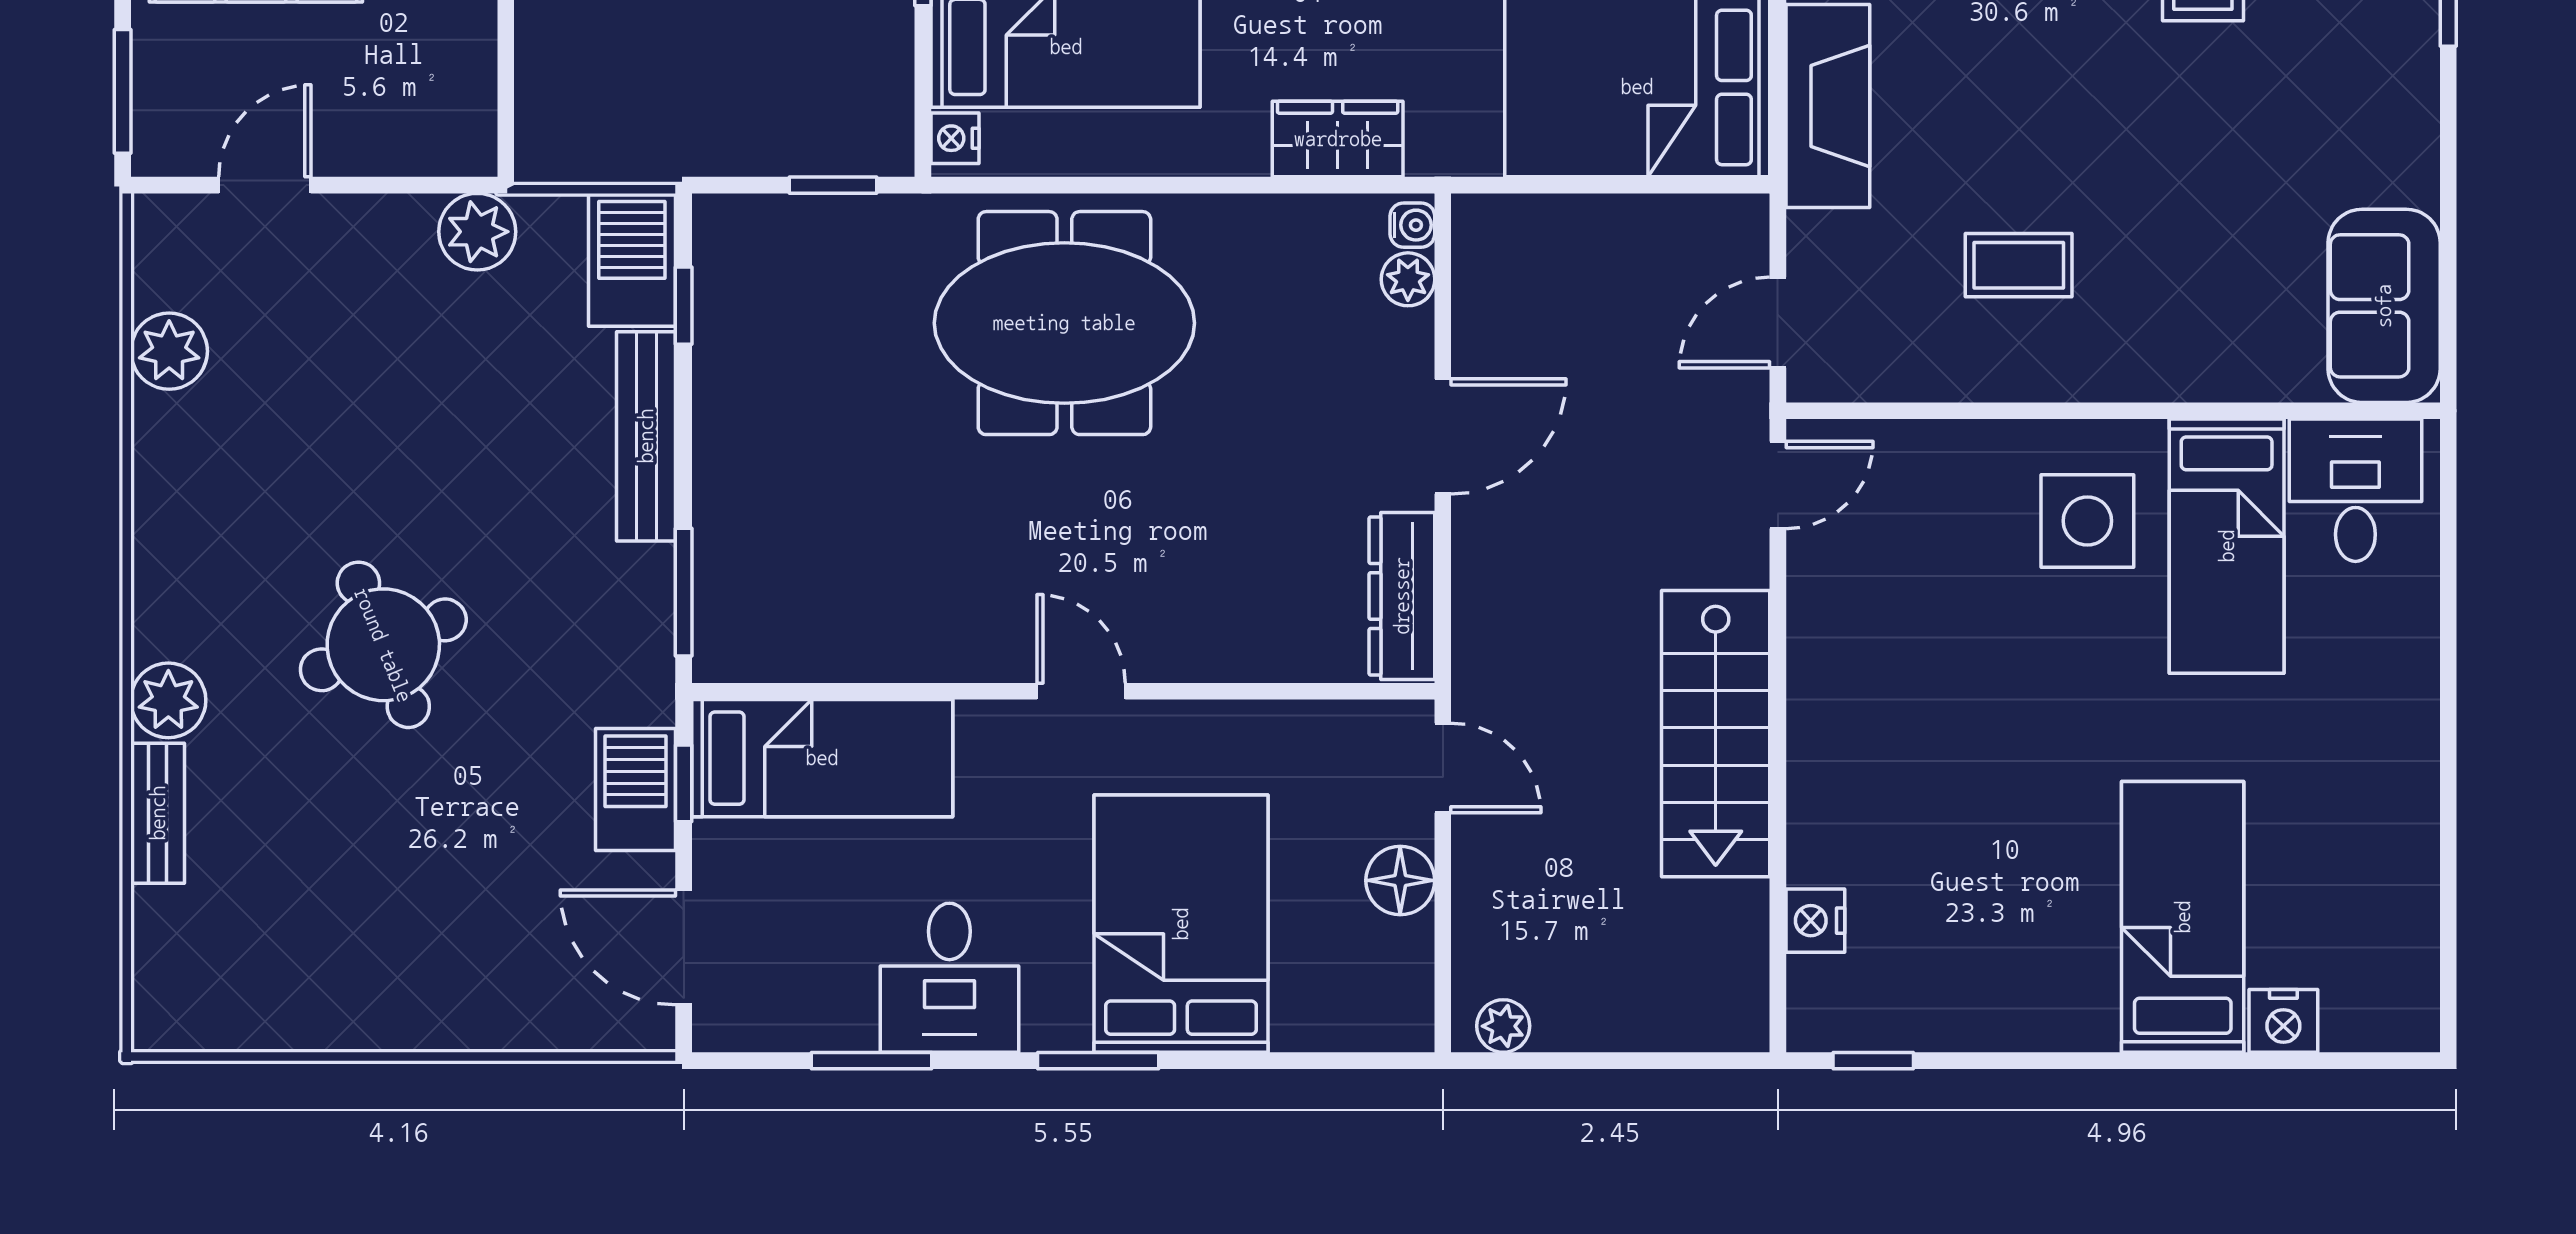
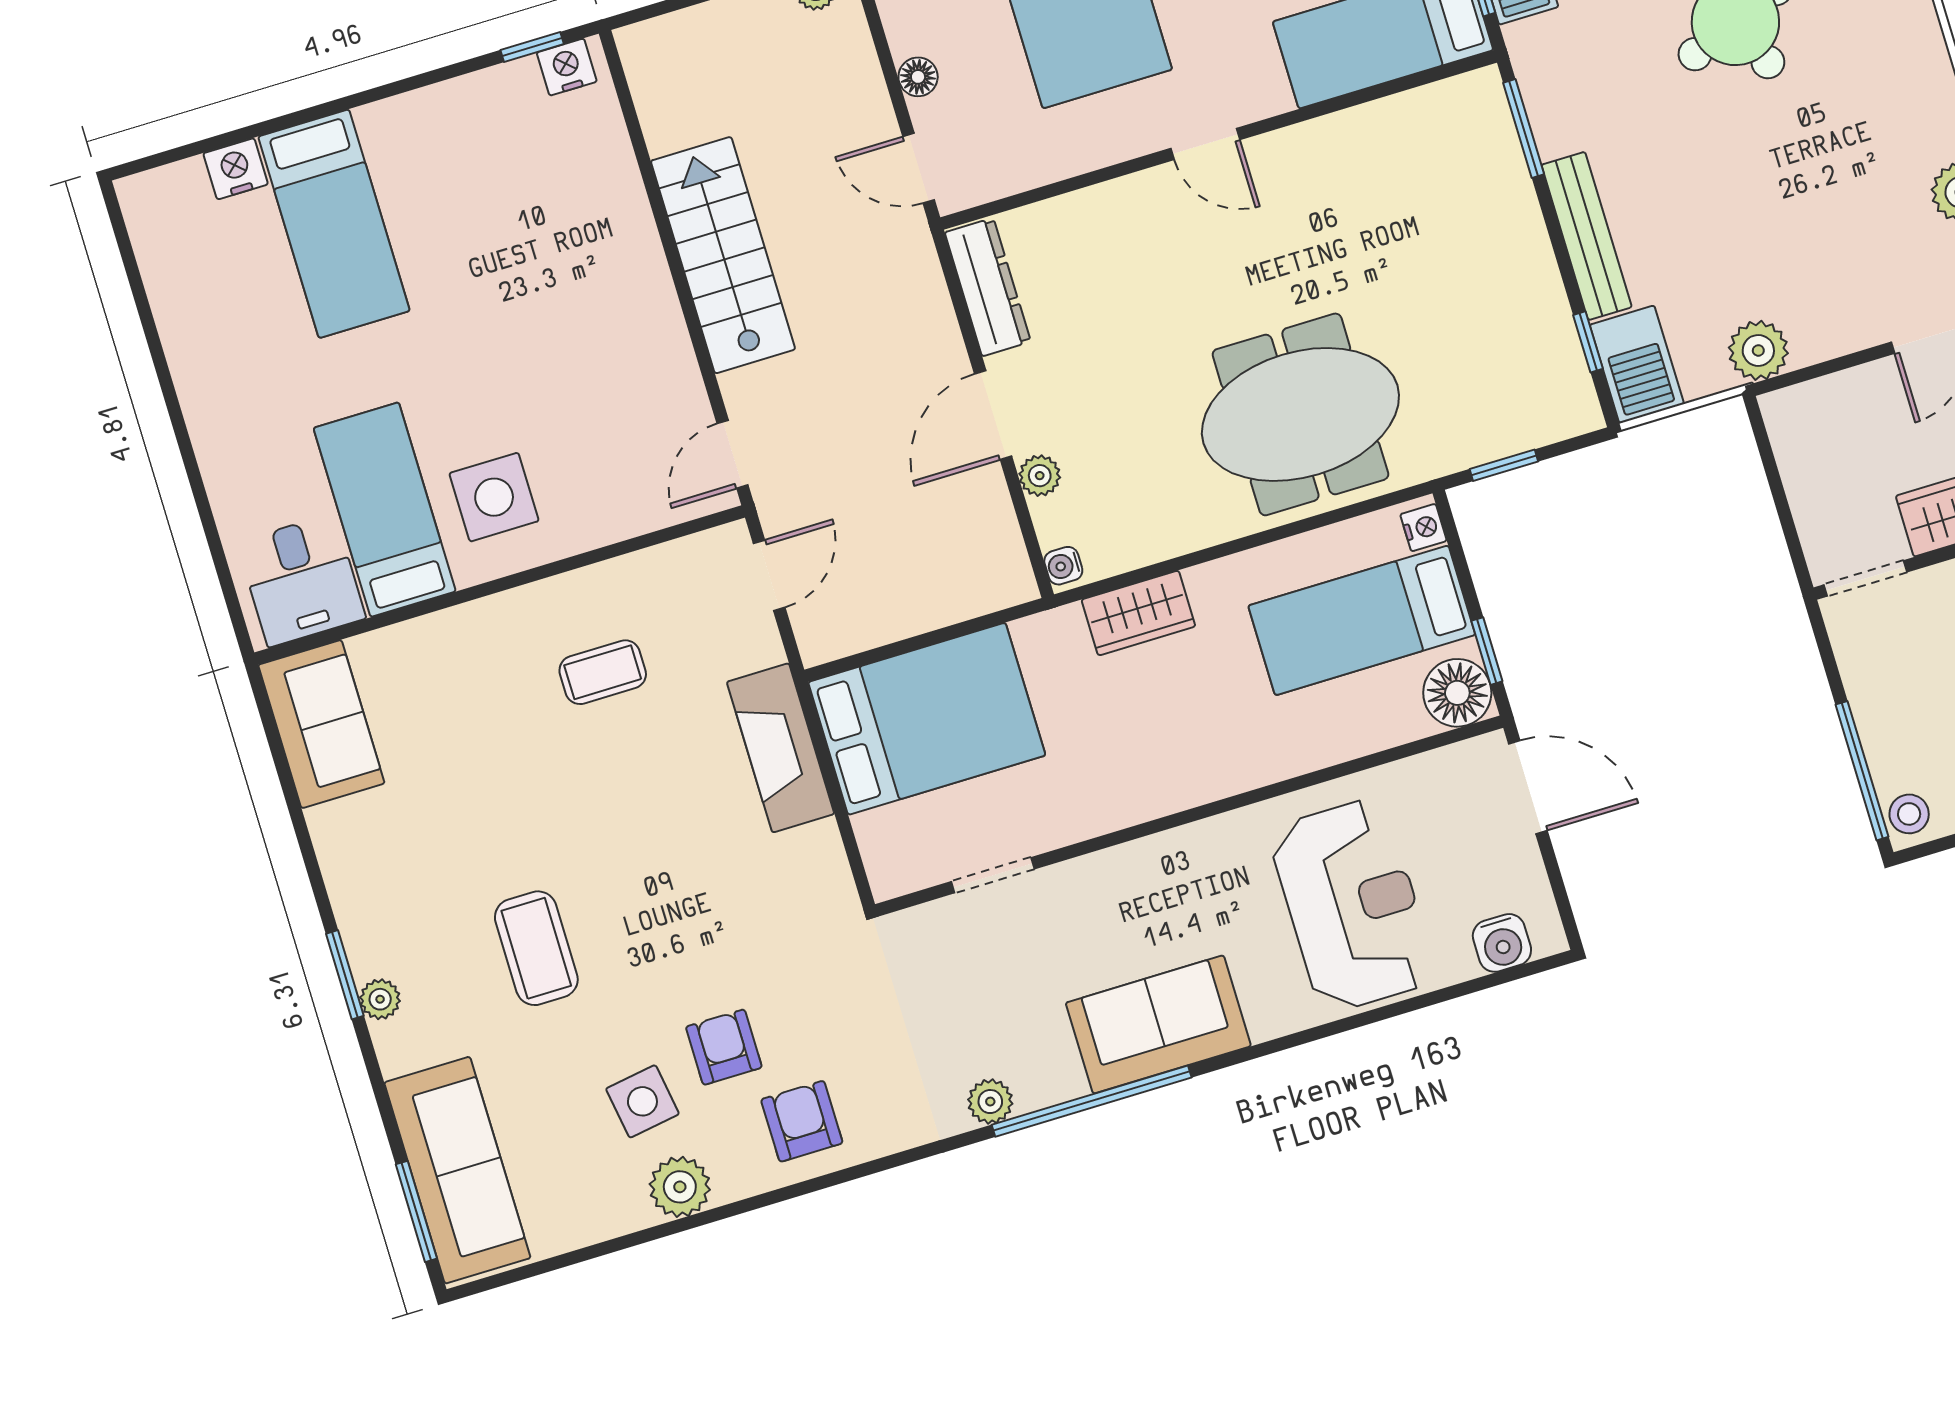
plant: (1408, 279) -> (1040, 476), moved
floor lamp: (1400, 880) -> (918, 77), width x0.73, depth x0.73
nightstand: (1815, 921) -> (567, 67), moved, turned -90

